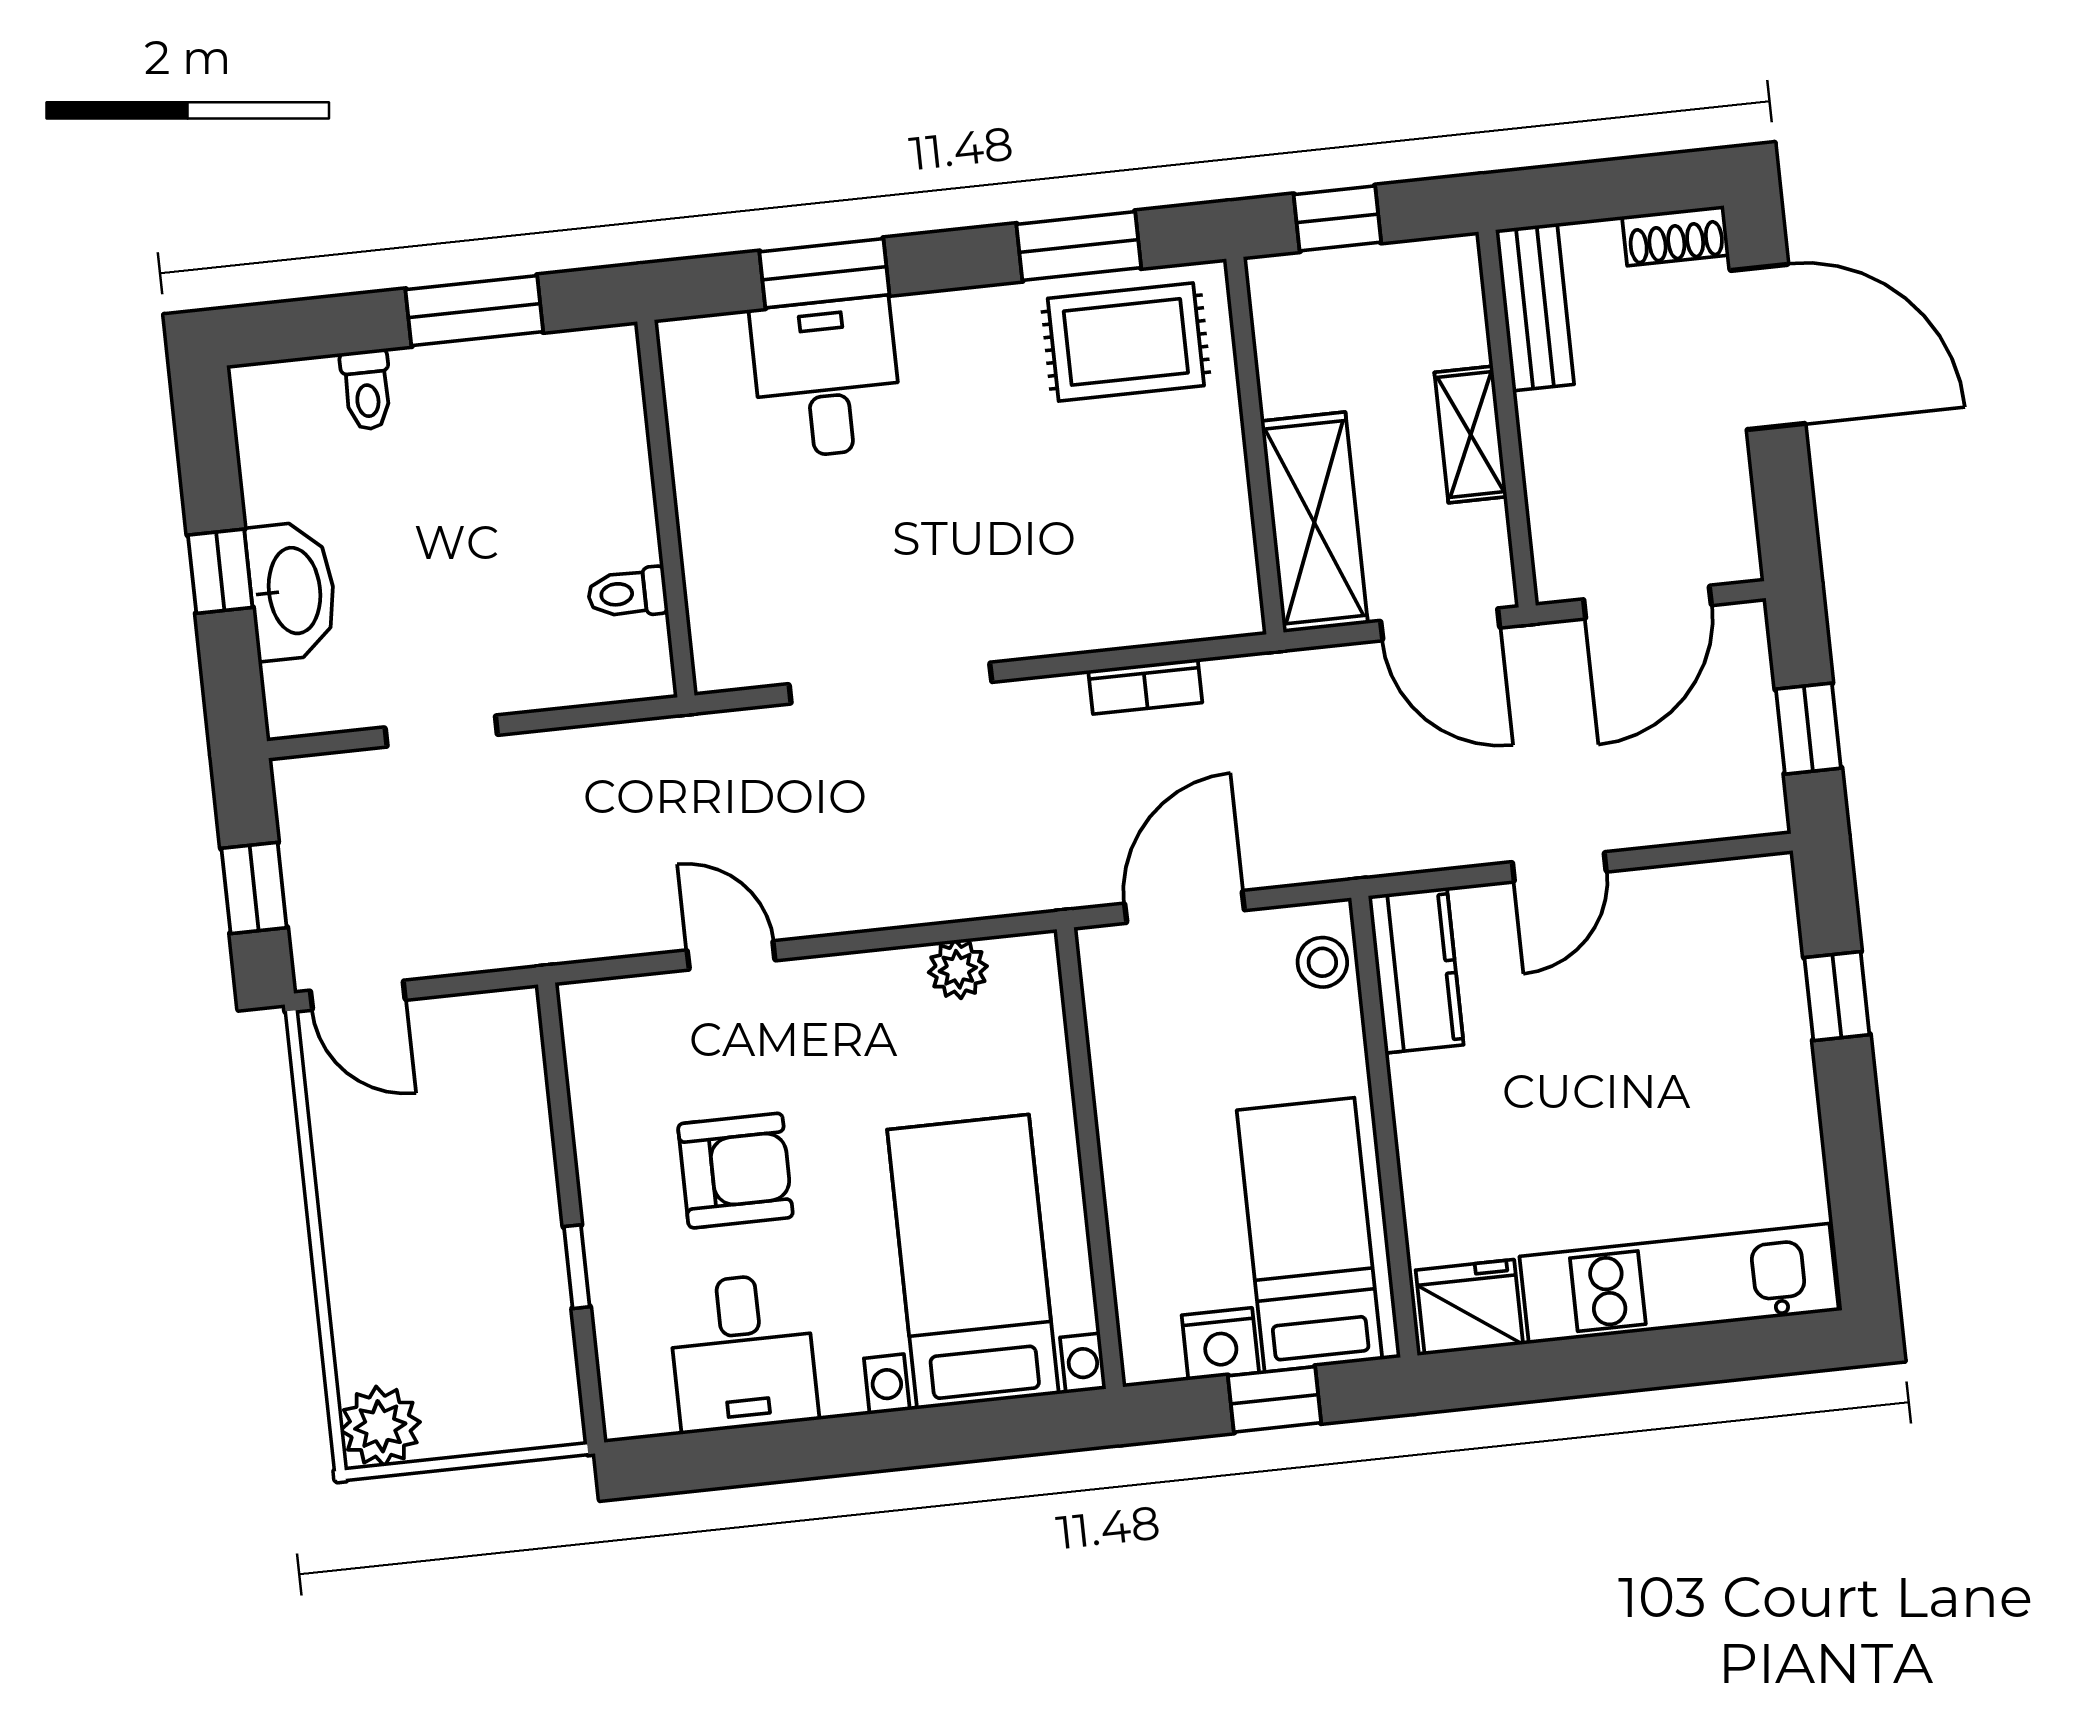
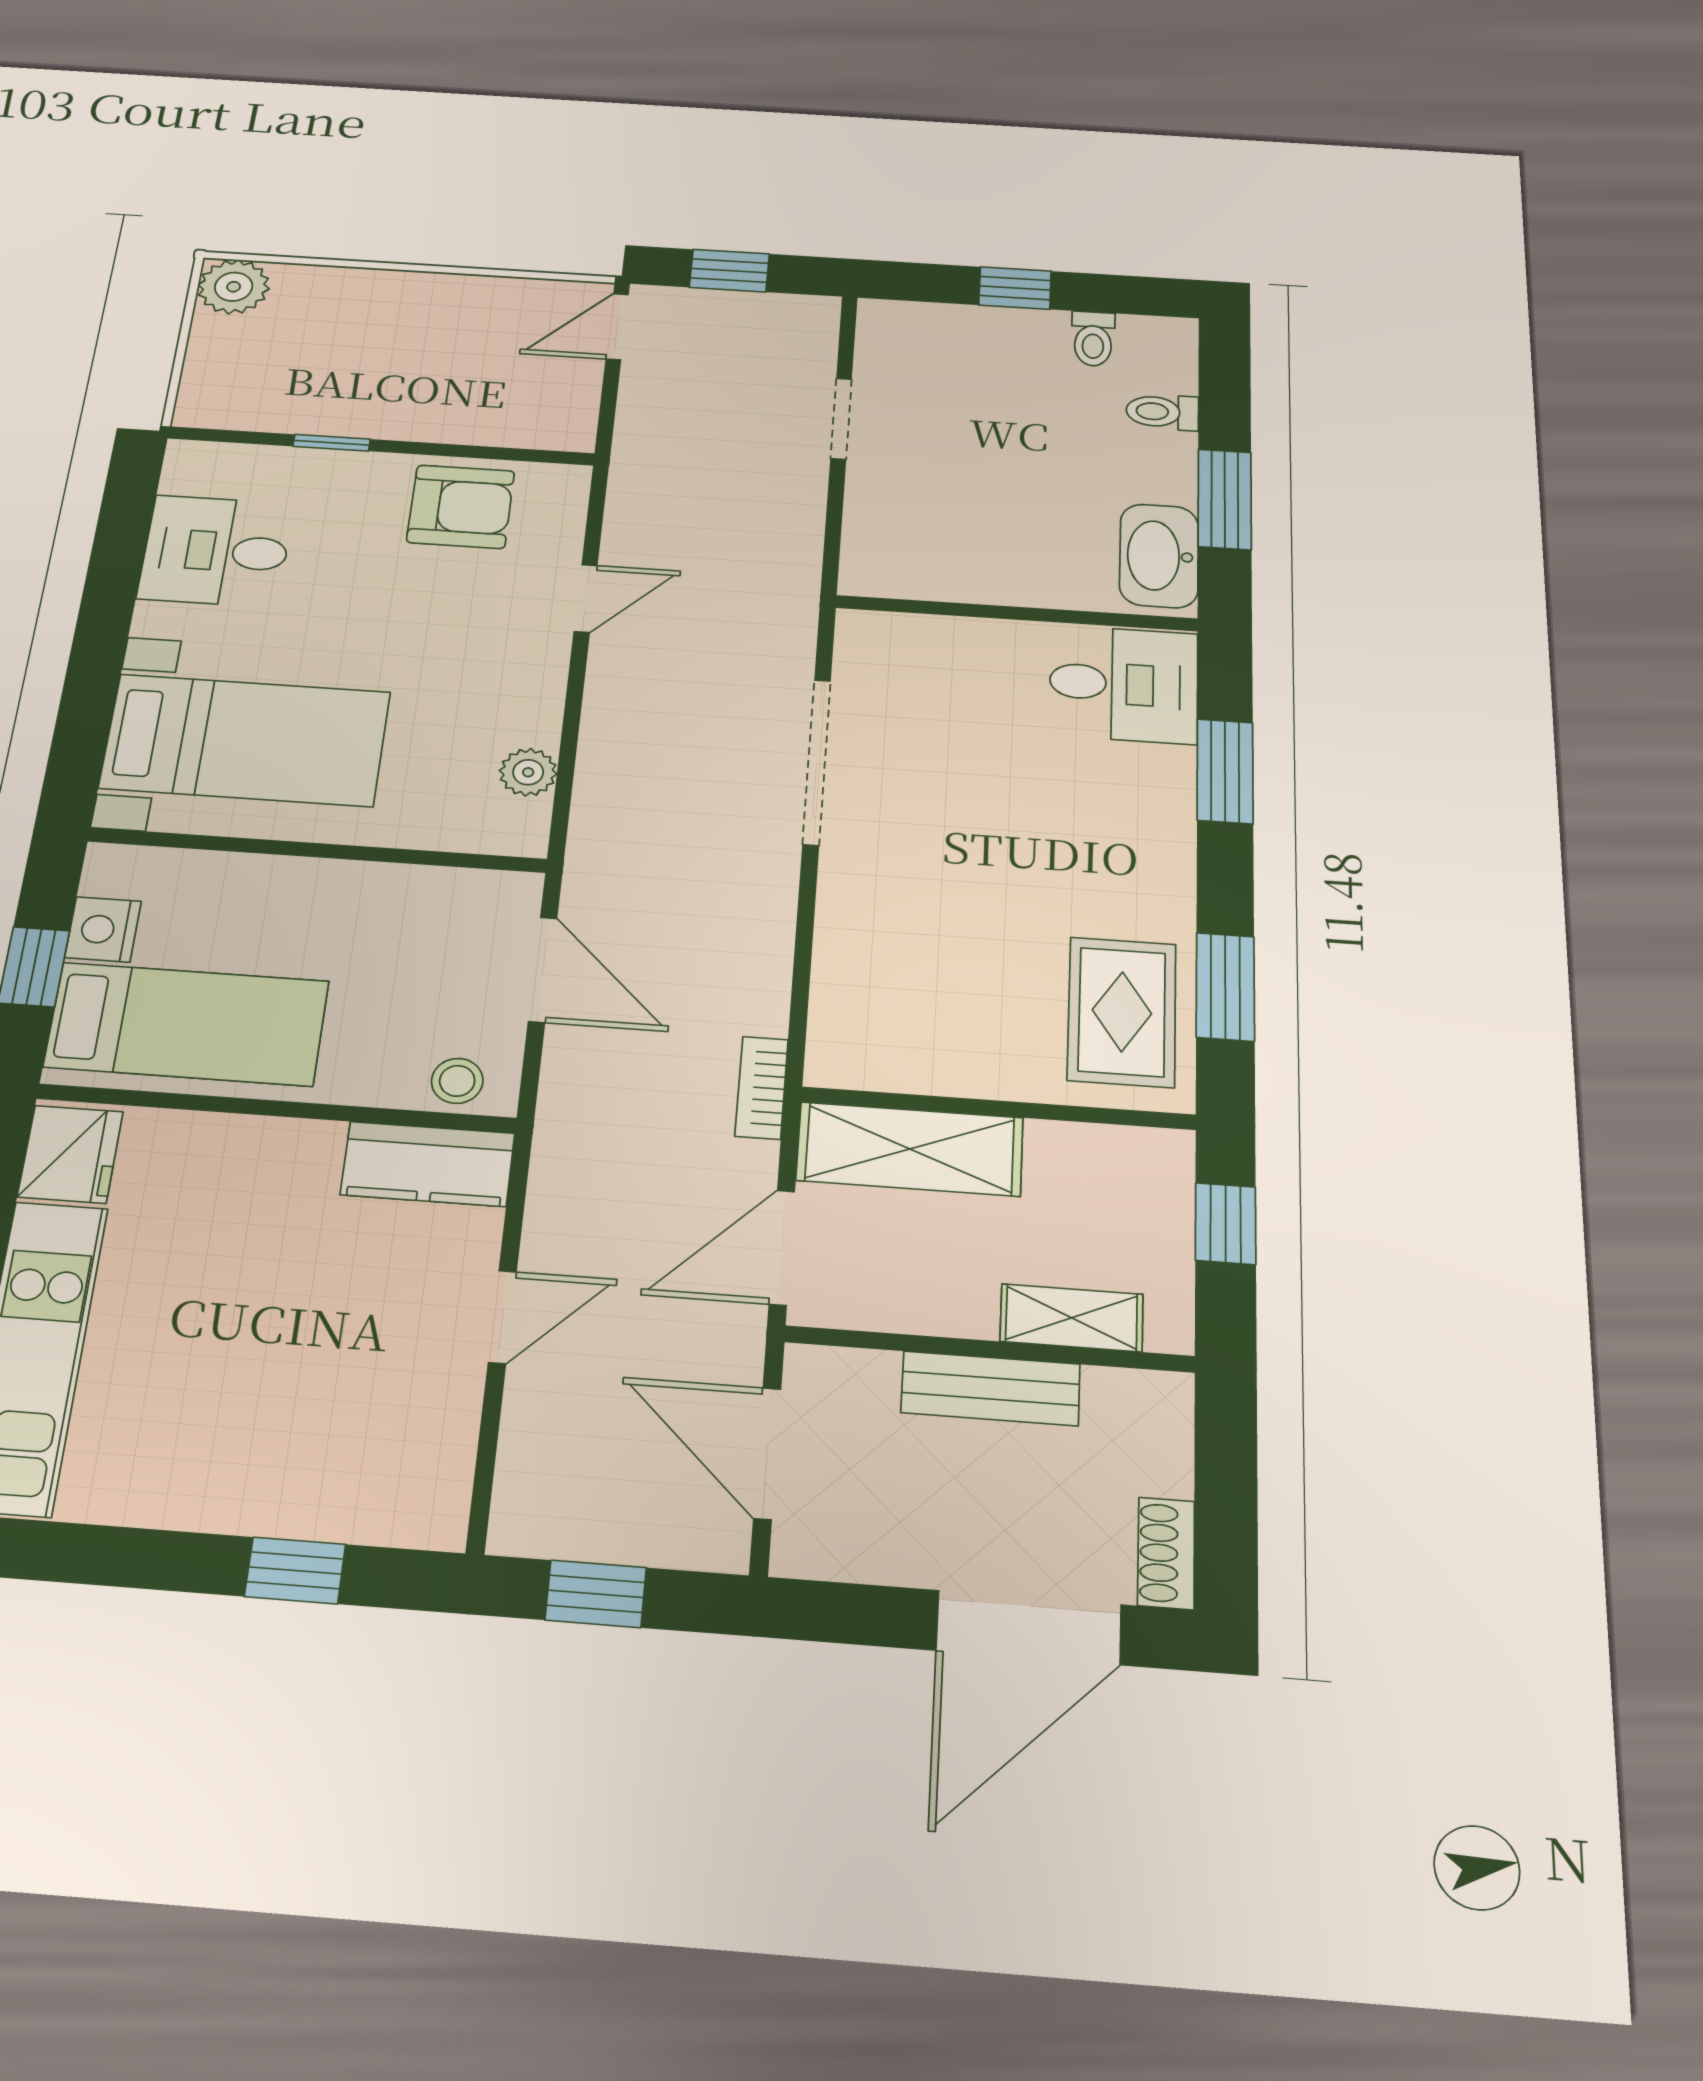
bench: (1535, 307) -> (991, 1388), moved
desk: (826, 378) -> (1124, 684), moved
shelving: (1471, 434) -> (1072, 1318), moved
washbasin: (292, 591) -> (1159, 556), moved, turned 90
toilet: (627, 593) -> (1093, 339), moved, turned 180
bookcase: (1145, 686) -> (762, 1088), moved
door: (1559, 867) -> (502, 1317), swing flipped
armchair: (735, 1171) -> (461, 507), moved, turned -90

